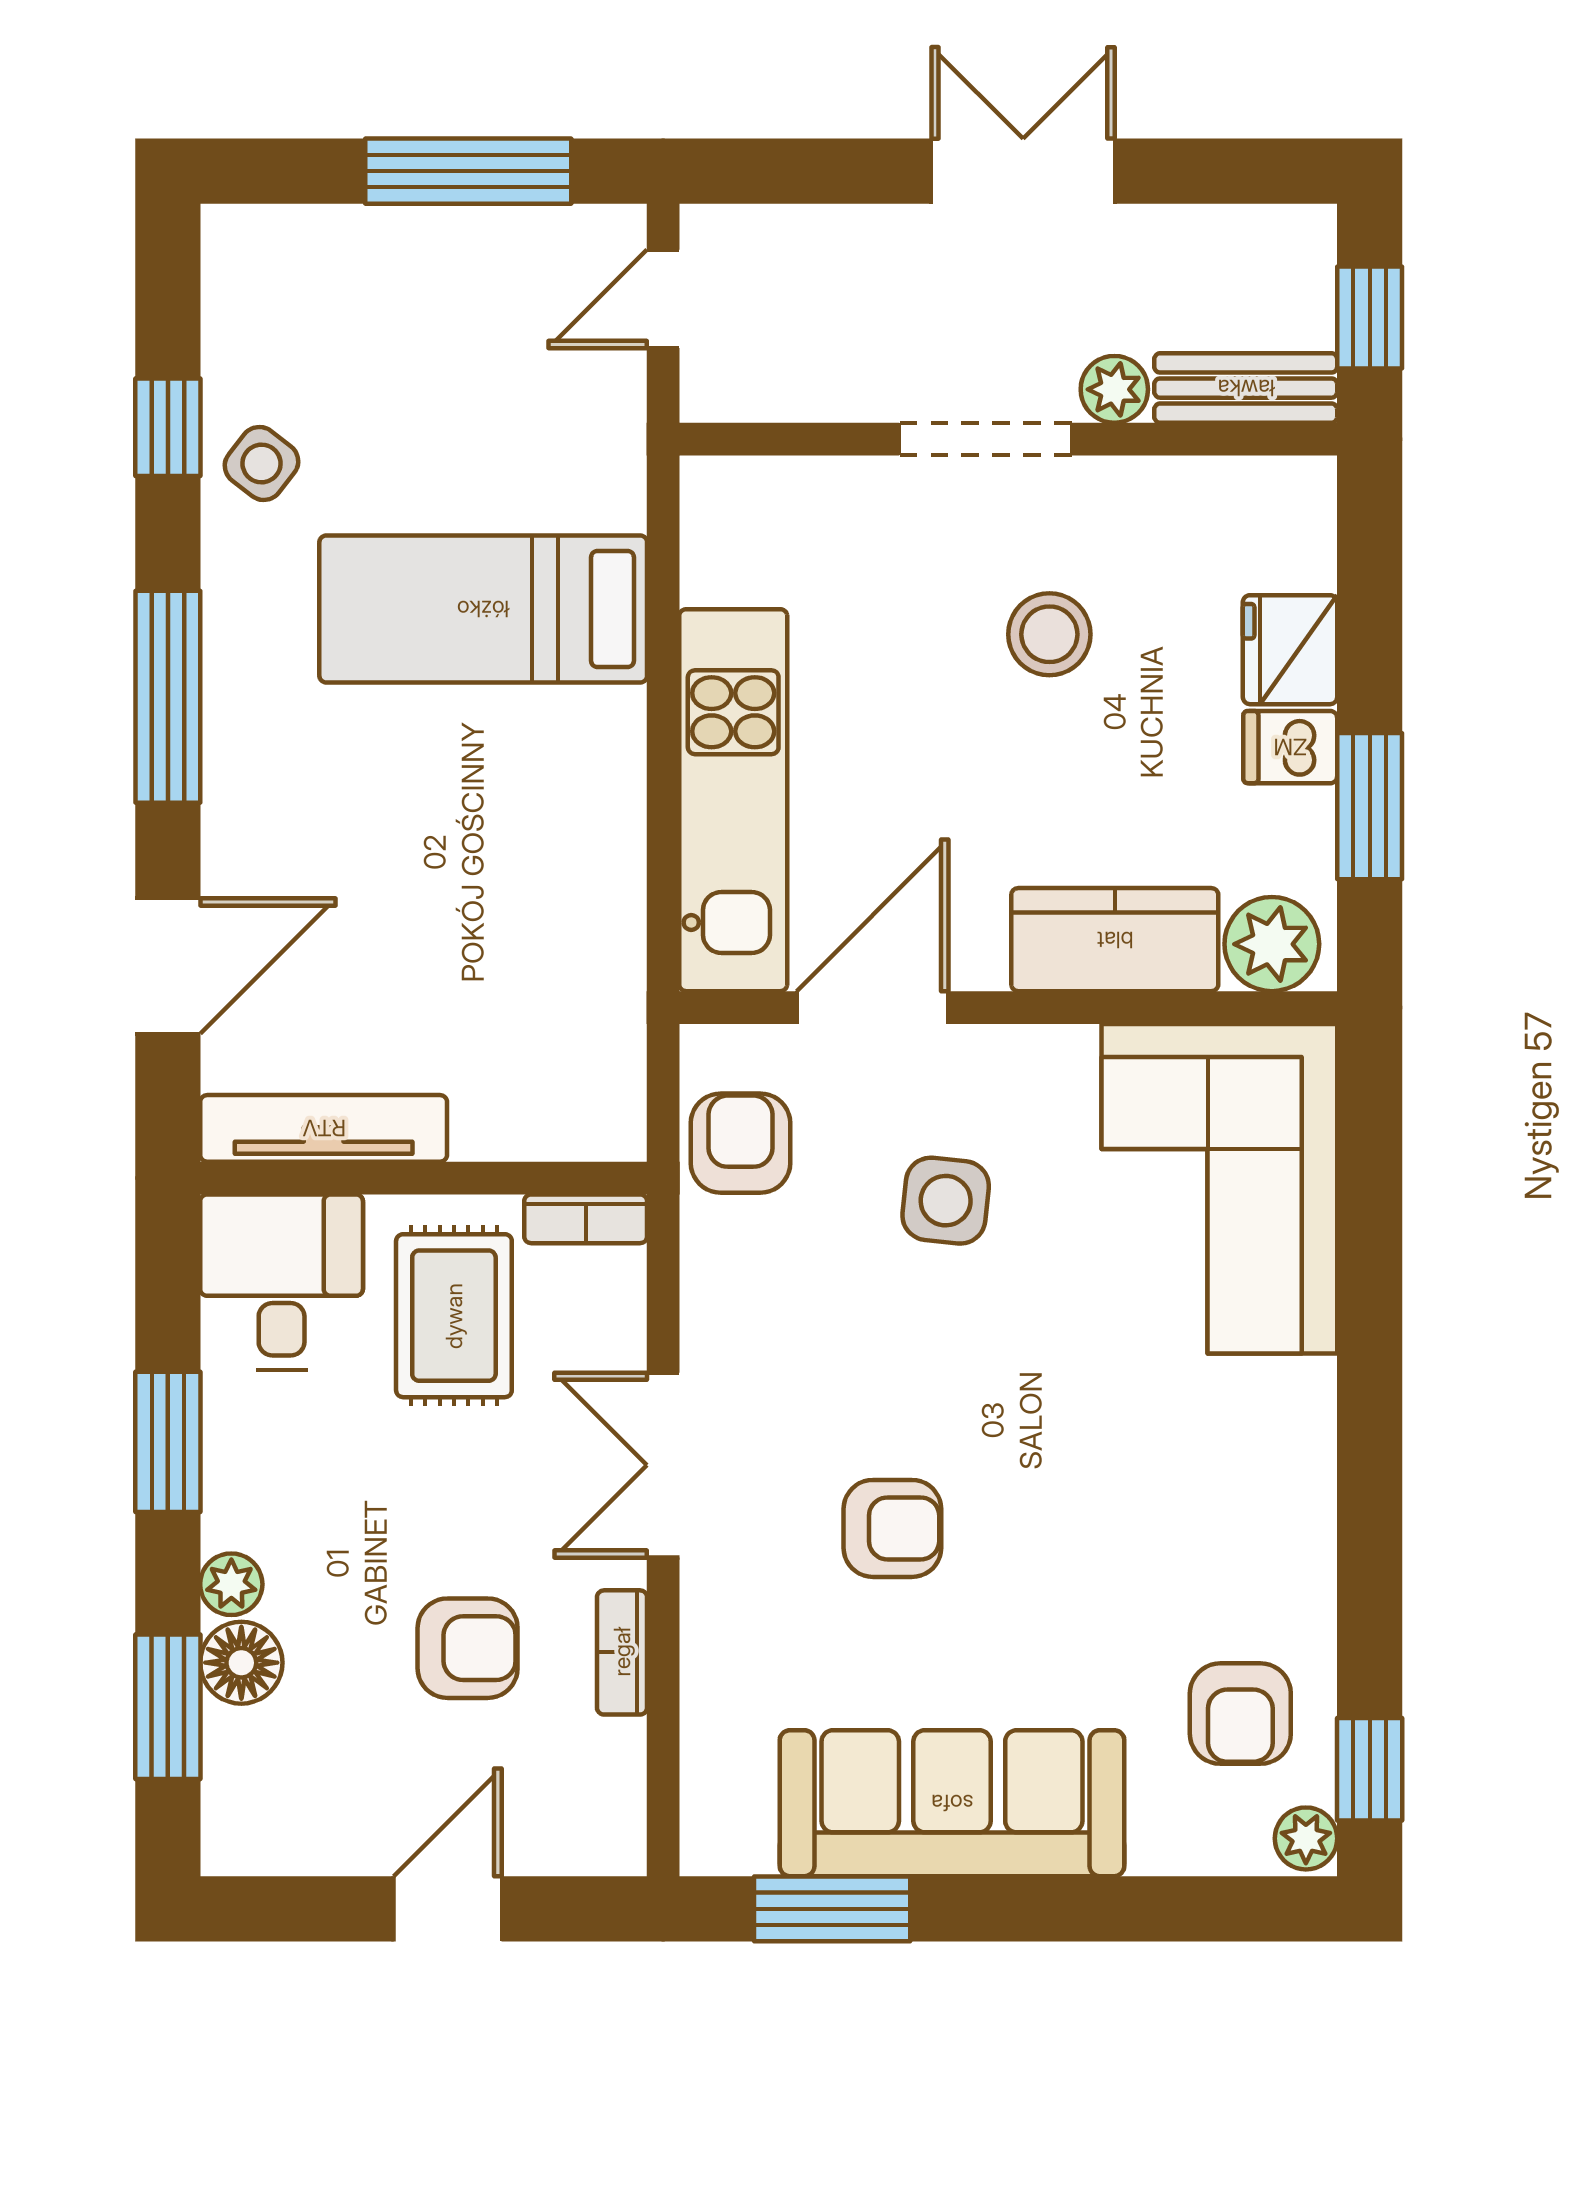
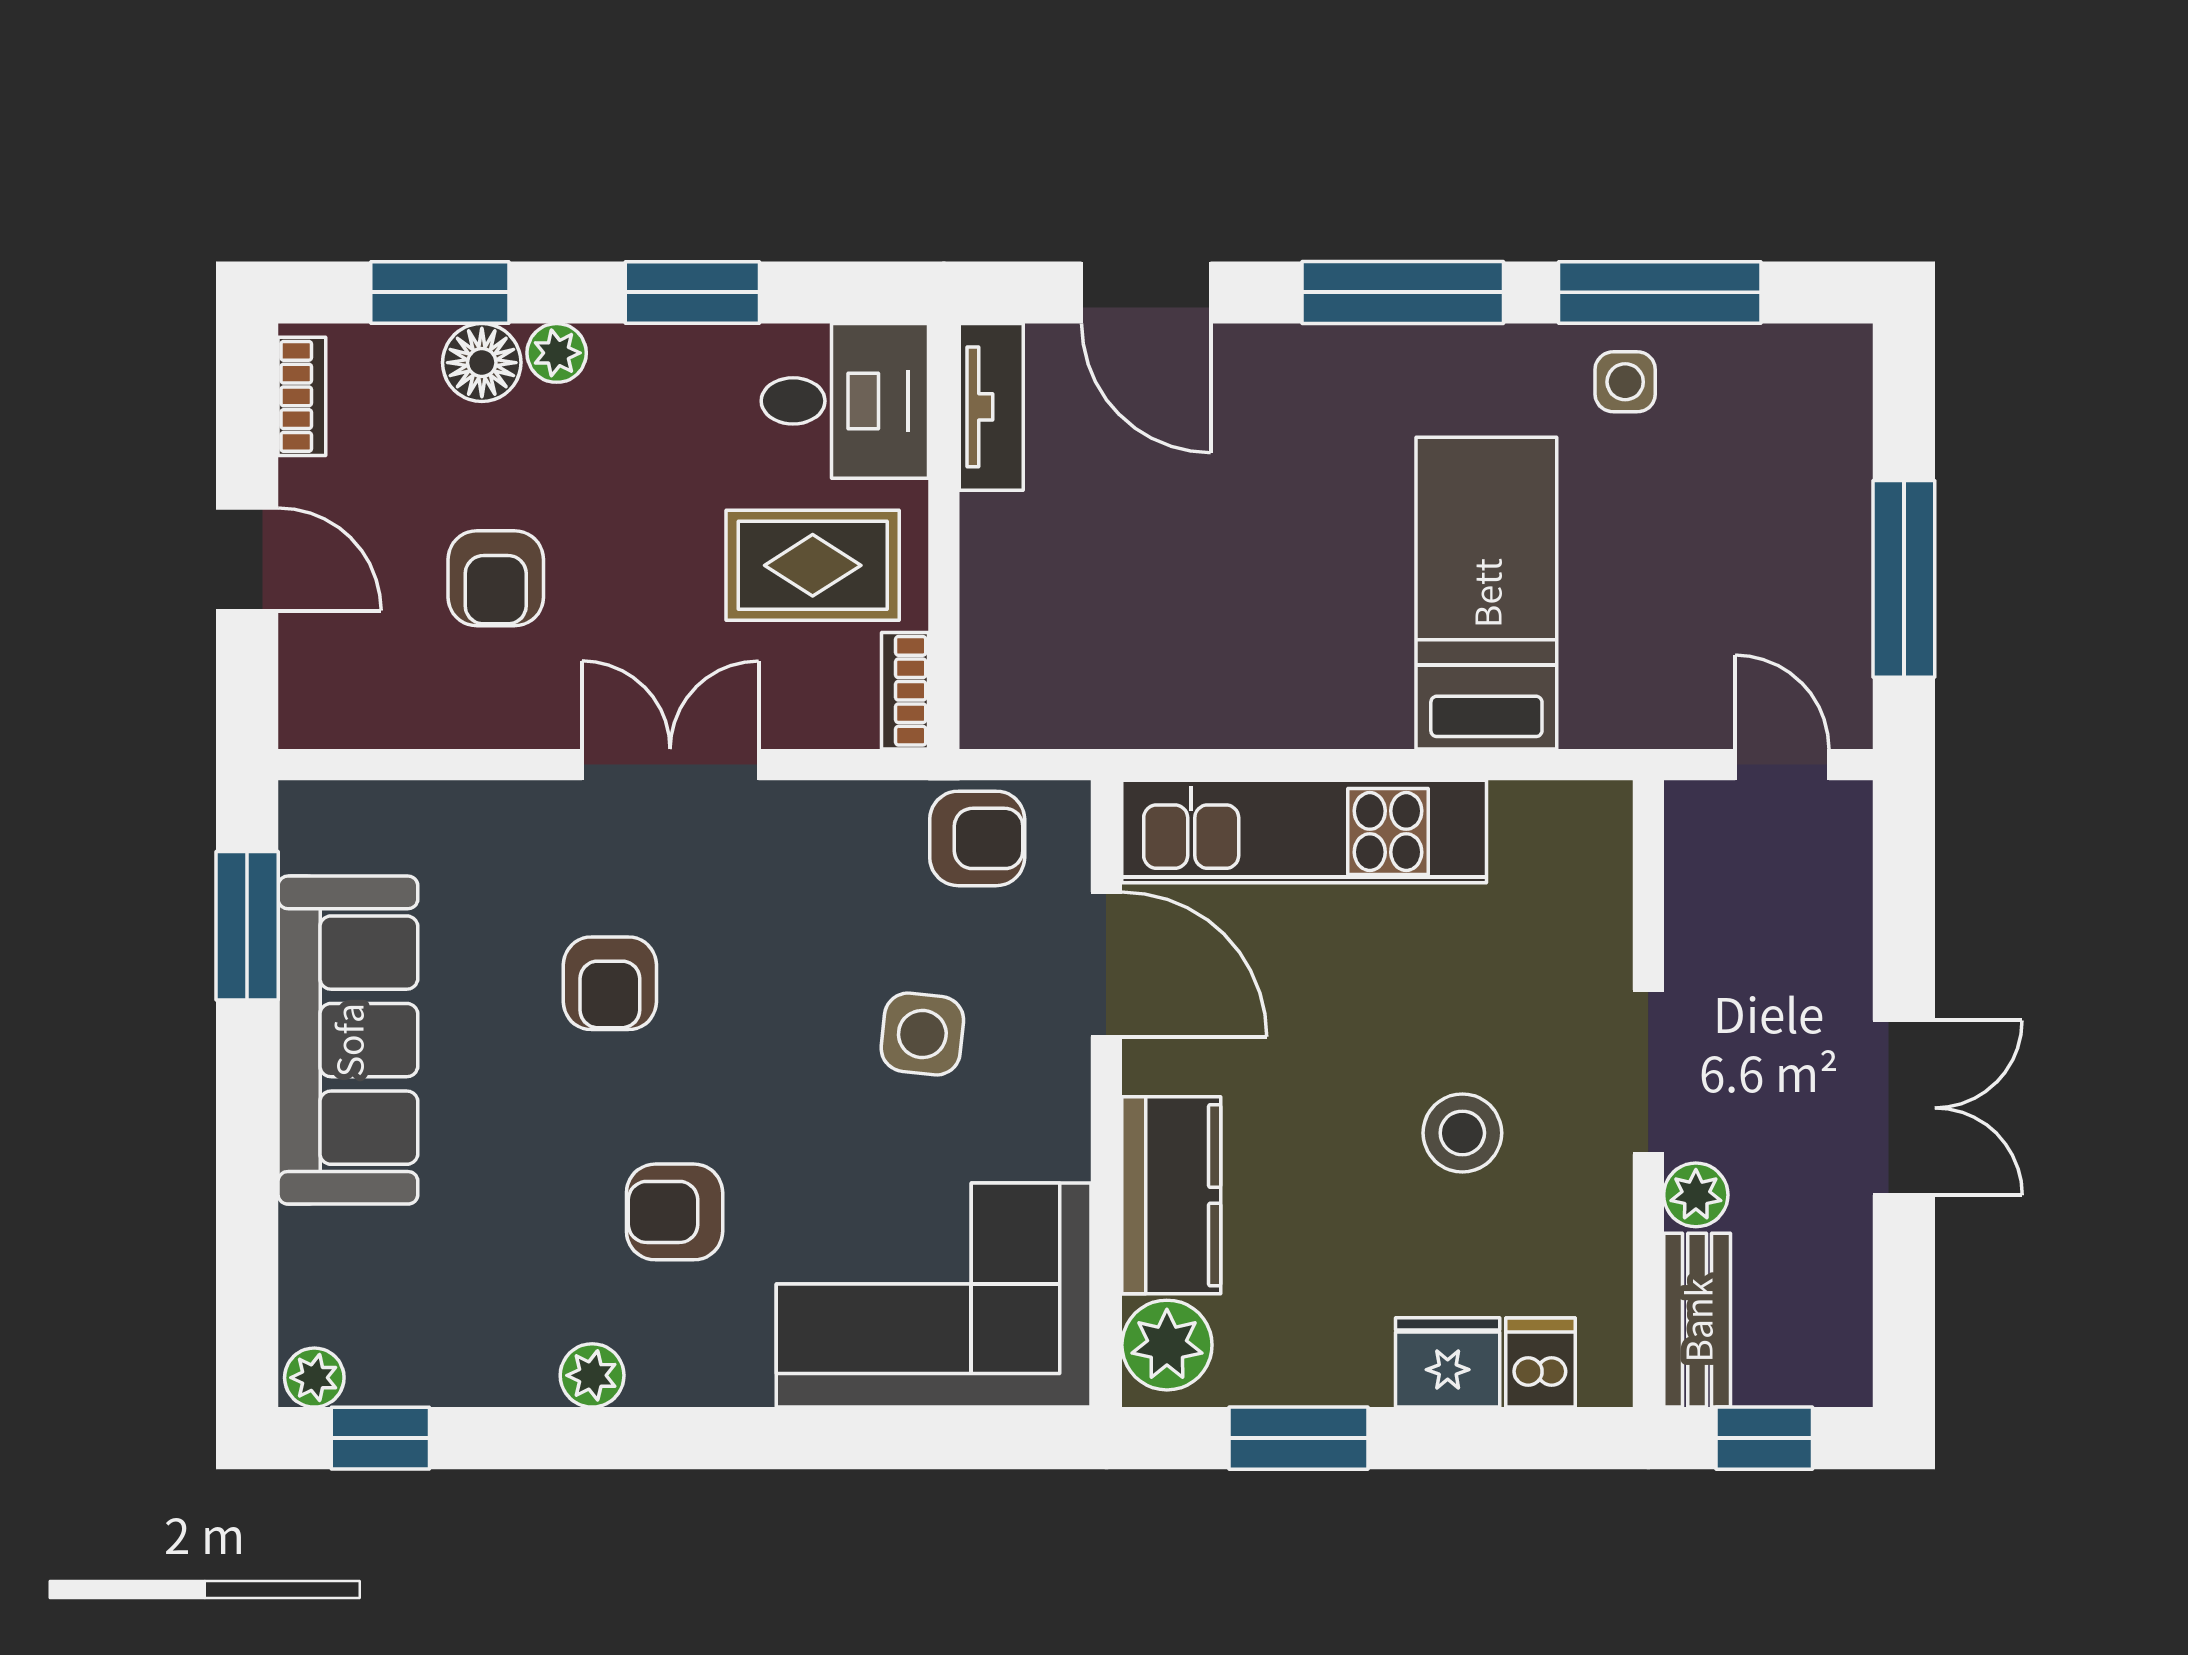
window: (168, 427) -> (1660, 292), width x2.17
side table: (262, 463) -> (1625, 382), turned -38
dishwasher: (1290, 747) -> (1541, 1363), moved
tv unit: (324, 1128) -> (991, 407), width x0.71
plant: (1304, 1547) -> (592, 1375), added
bookcase: (622, 1652) -> (302, 396), moved, turned 90
armchair: (1240, 1714) -> (675, 1212), moved

